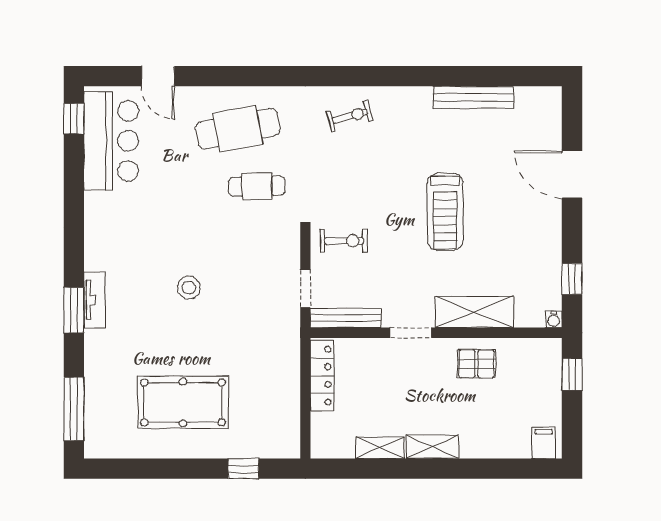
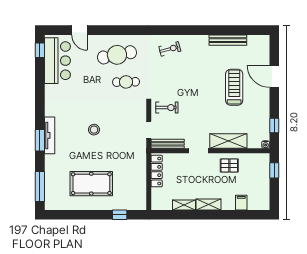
treadmill: (445, 212) -> (234, 87), moved, turned 180
tv unit: (95, 300) -> (50, 135), width x1.41
filing cabinet: (544, 443) -> (241, 203), moved

